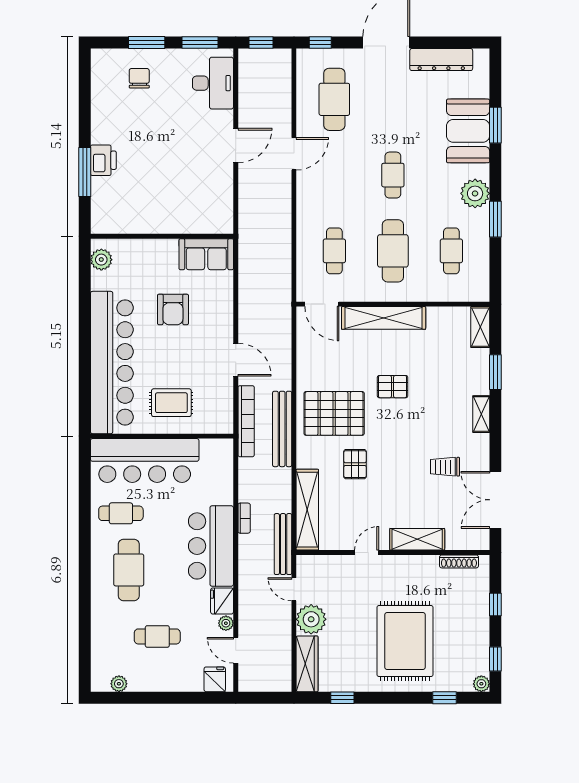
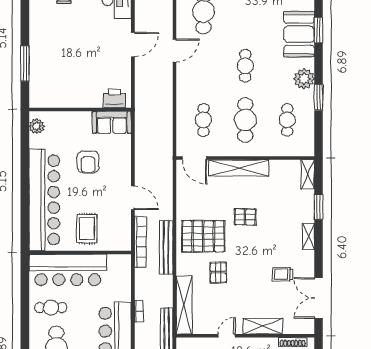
printer: (103, 160) -> (114, 99), moved, turned -90
rug: (171, 403) -> (87, 229), turned 90

